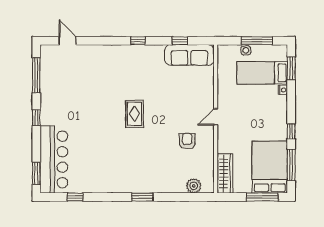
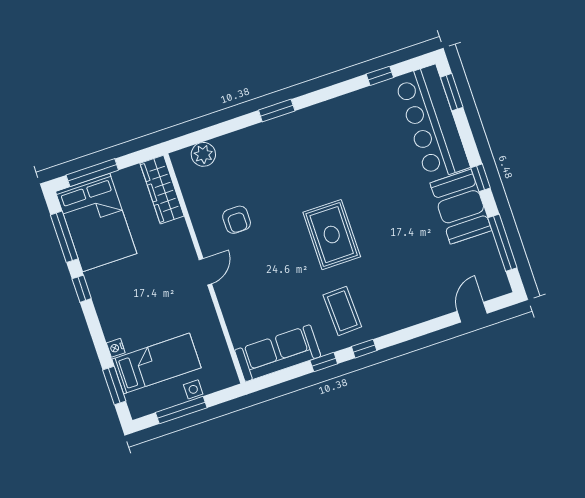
door: (68, 41) -> (472, 312), swing flipped
window: (180, 41) -> (324, 362), moved
coffee table: (143, 67) -> (342, 311), added
booth: (54, 105) -> (461, 207), added
rug: (134, 114) -> (332, 235), width x1.36, depth x1.43

